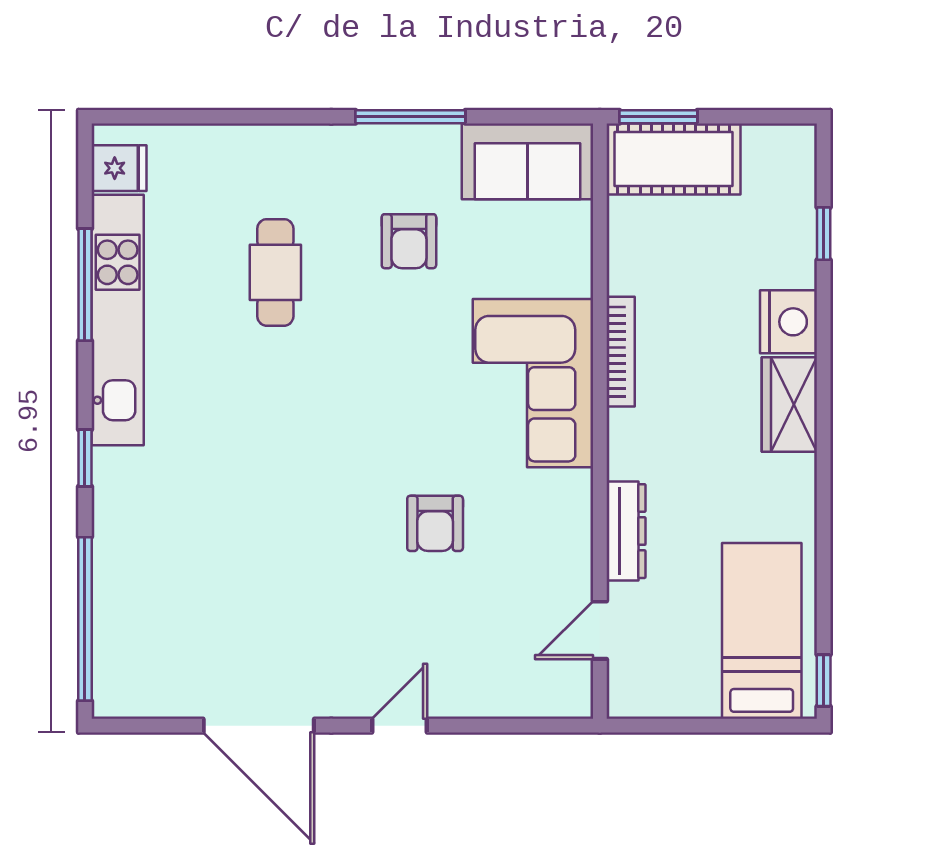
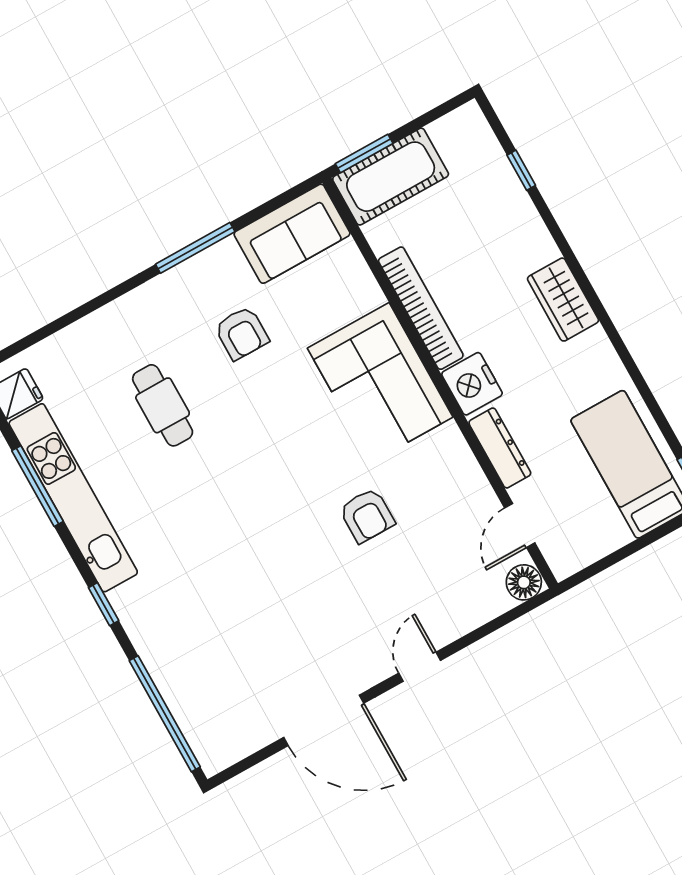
nightstand: (789, 322) -> (472, 384), moved, turned 180
bookcase: (621, 352) -> (421, 308), width x1.48, depth x1.31
floor lamp: (569, 696) -> (524, 582), added

